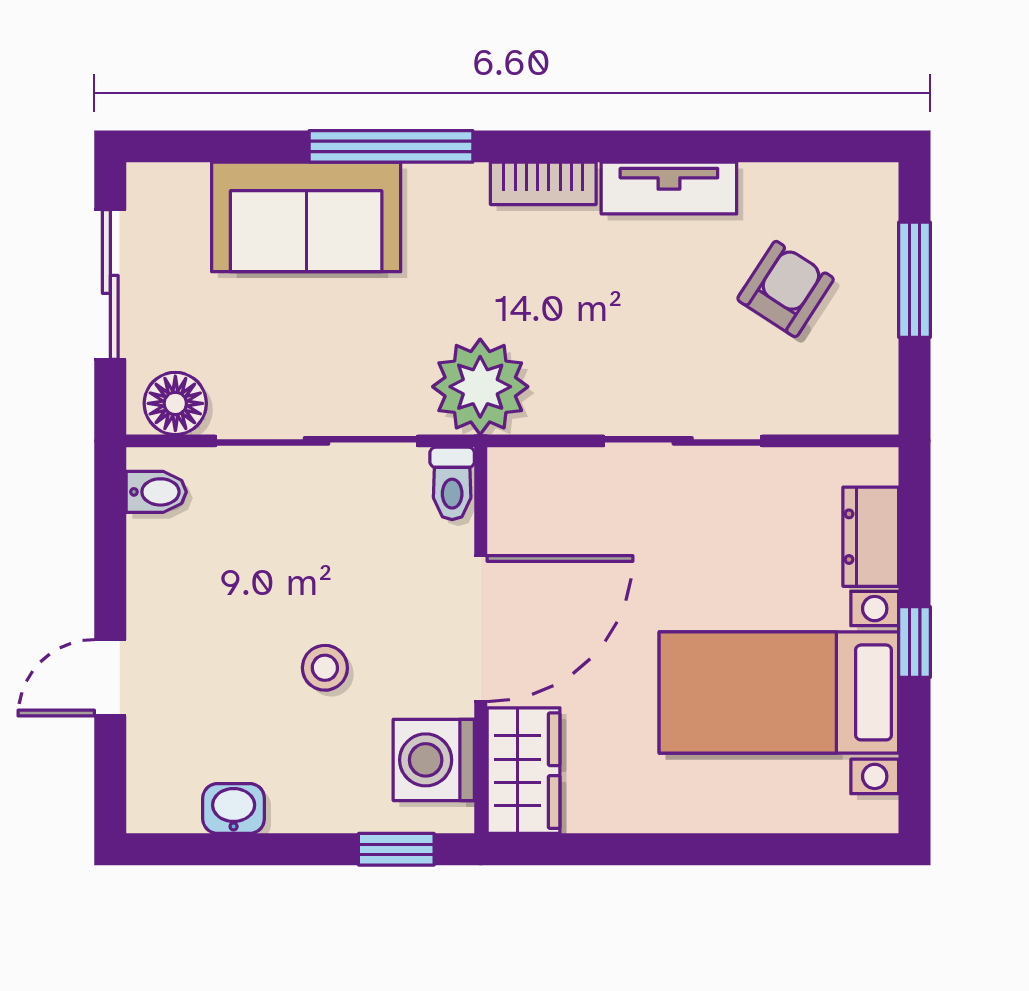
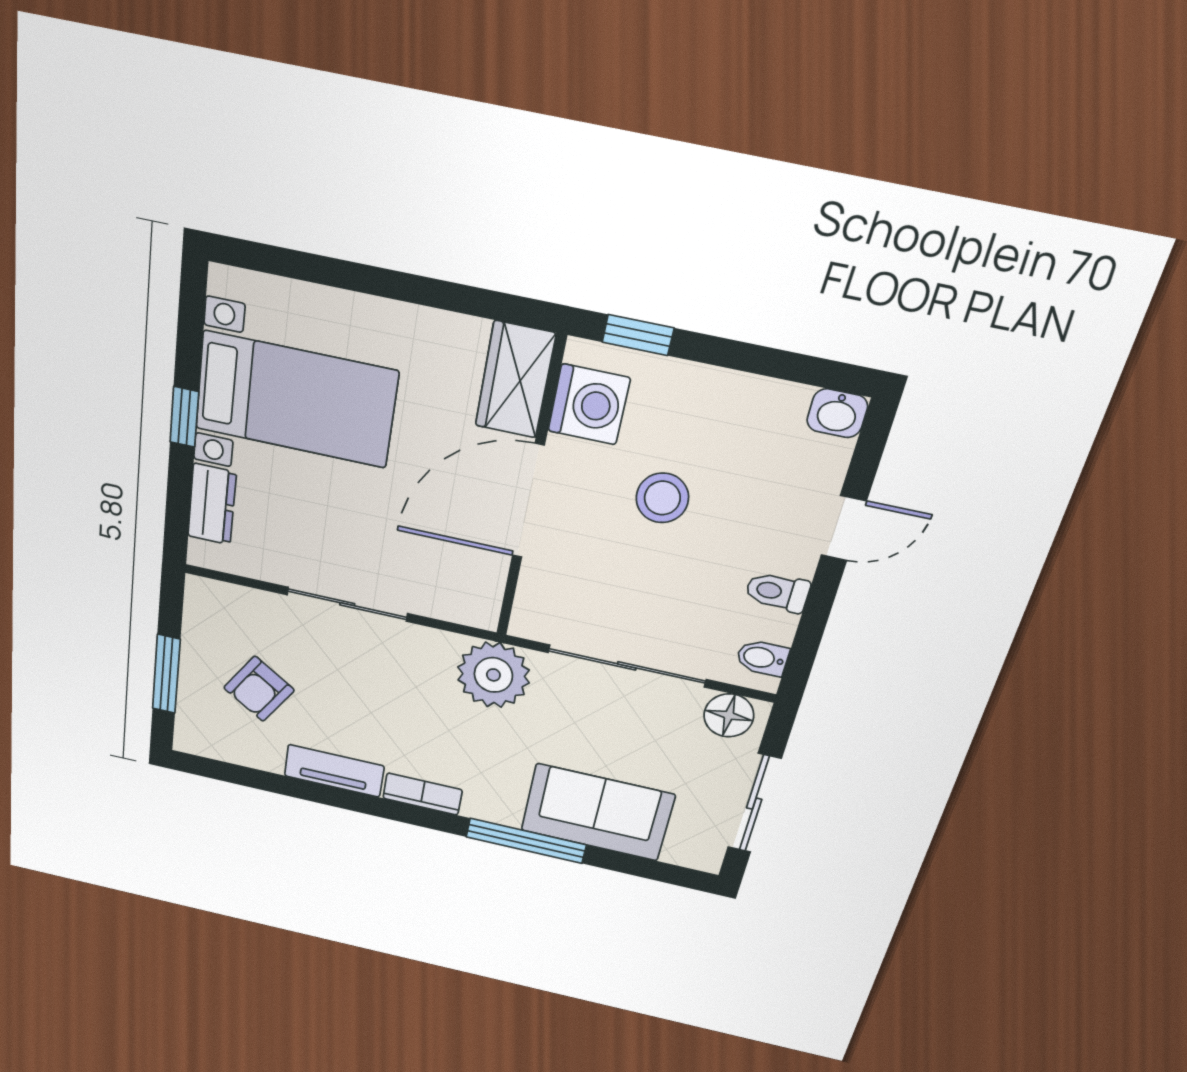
toilet: (452, 483) -> (777, 592), moved, turned -90
stool: (325, 668) -> (662, 498), width x1.37, depth x1.37
washbasin: (234, 808) -> (837, 413), moved

